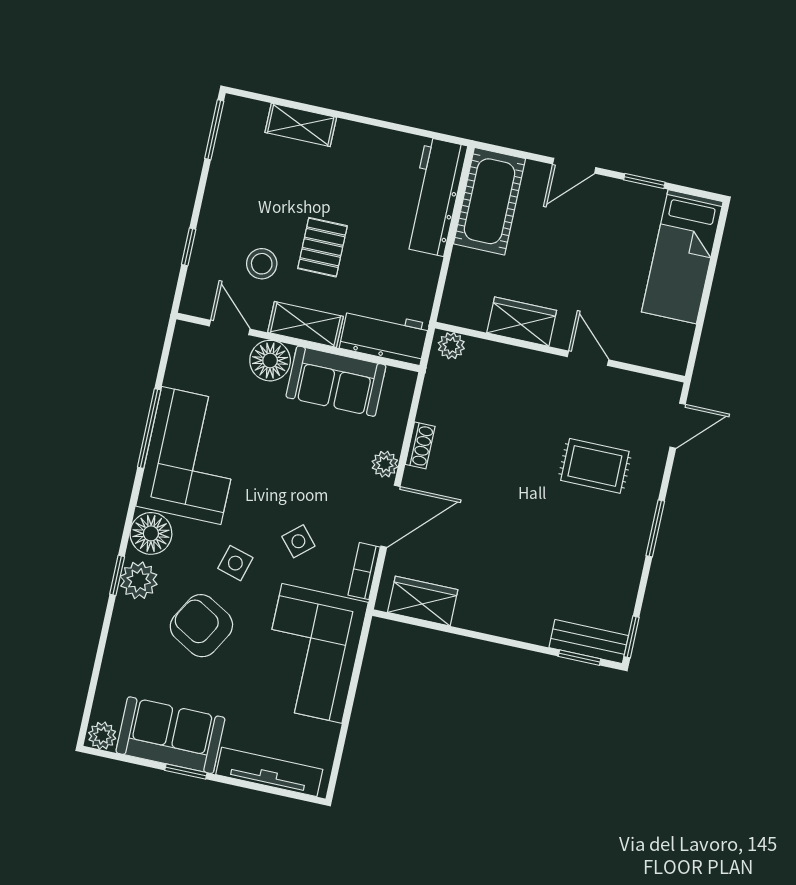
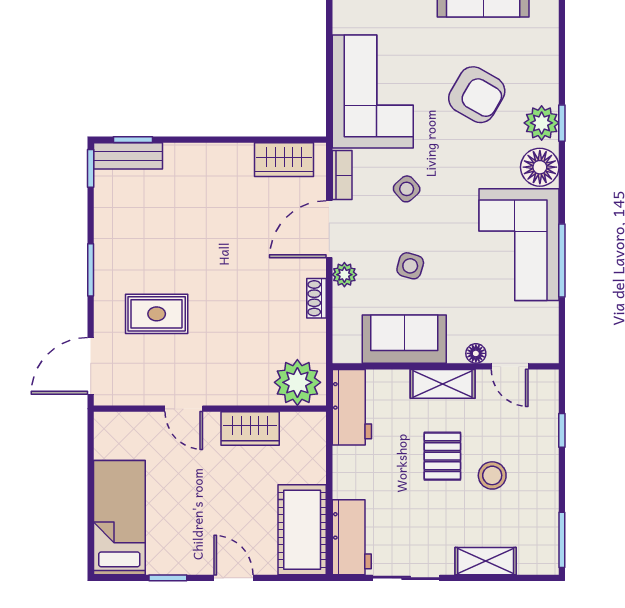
sliding door: (390, 125) -> (406, 578), added
door: (574, 166) -> (233, 578), hinge flipped
workbench: (435, 197) -> (352, 537), width x0.73
stool: (262, 264) -> (492, 475), moved
workbench: (384, 336) -> (352, 407), moved, turned -90
plant: (451, 346) -> (297, 382), width x1.87, depth x1.87
floor lamp: (270, 361) -> (476, 353), width x0.53, depth x0.53
door: (678, 426) -> (91, 366), width x1.38
side table: (235, 563) -> (410, 266), moved

